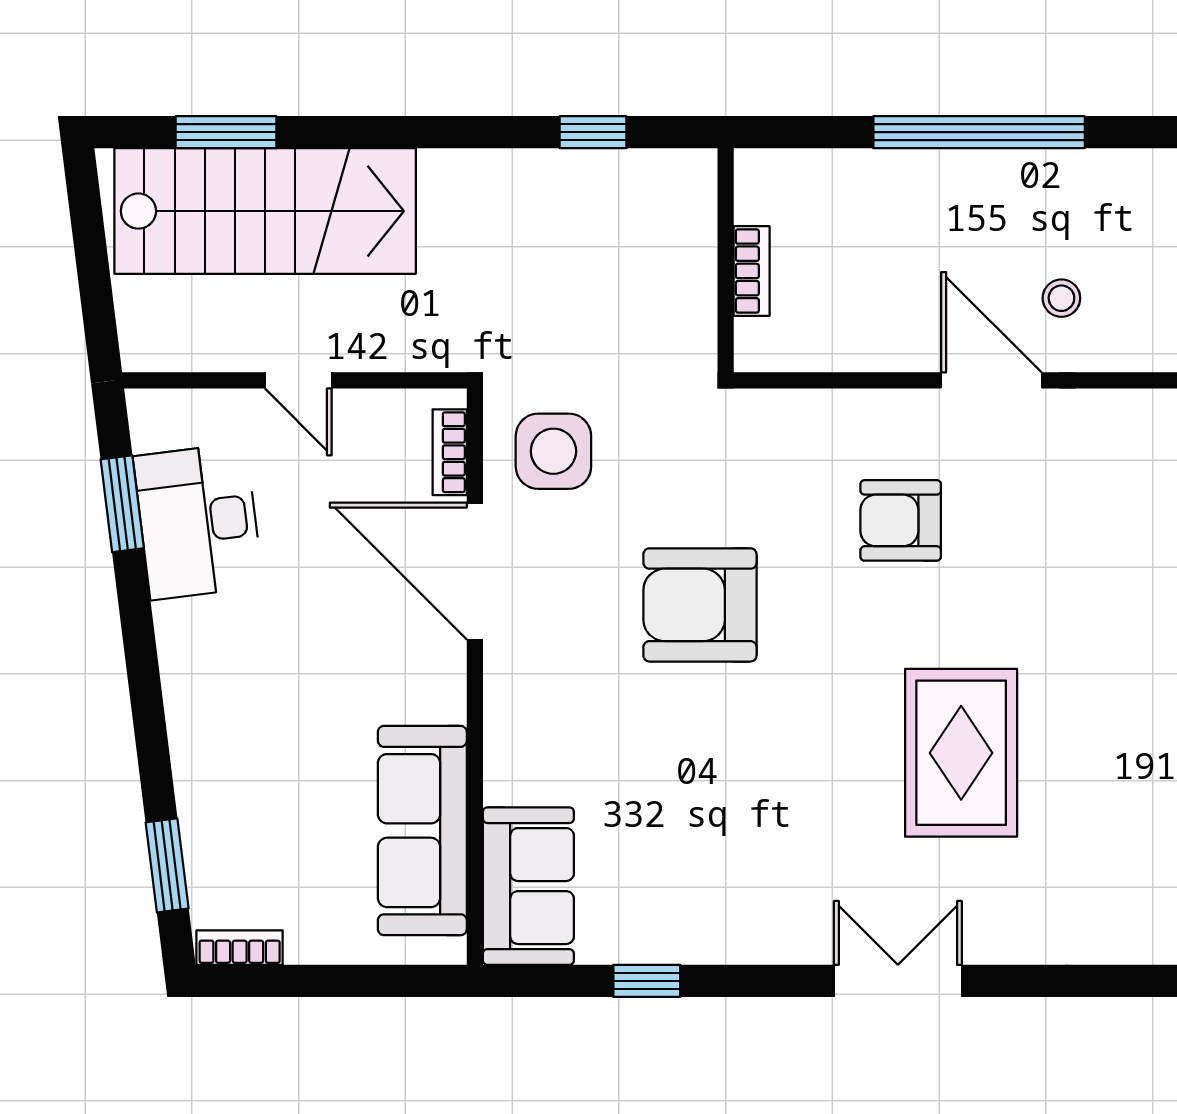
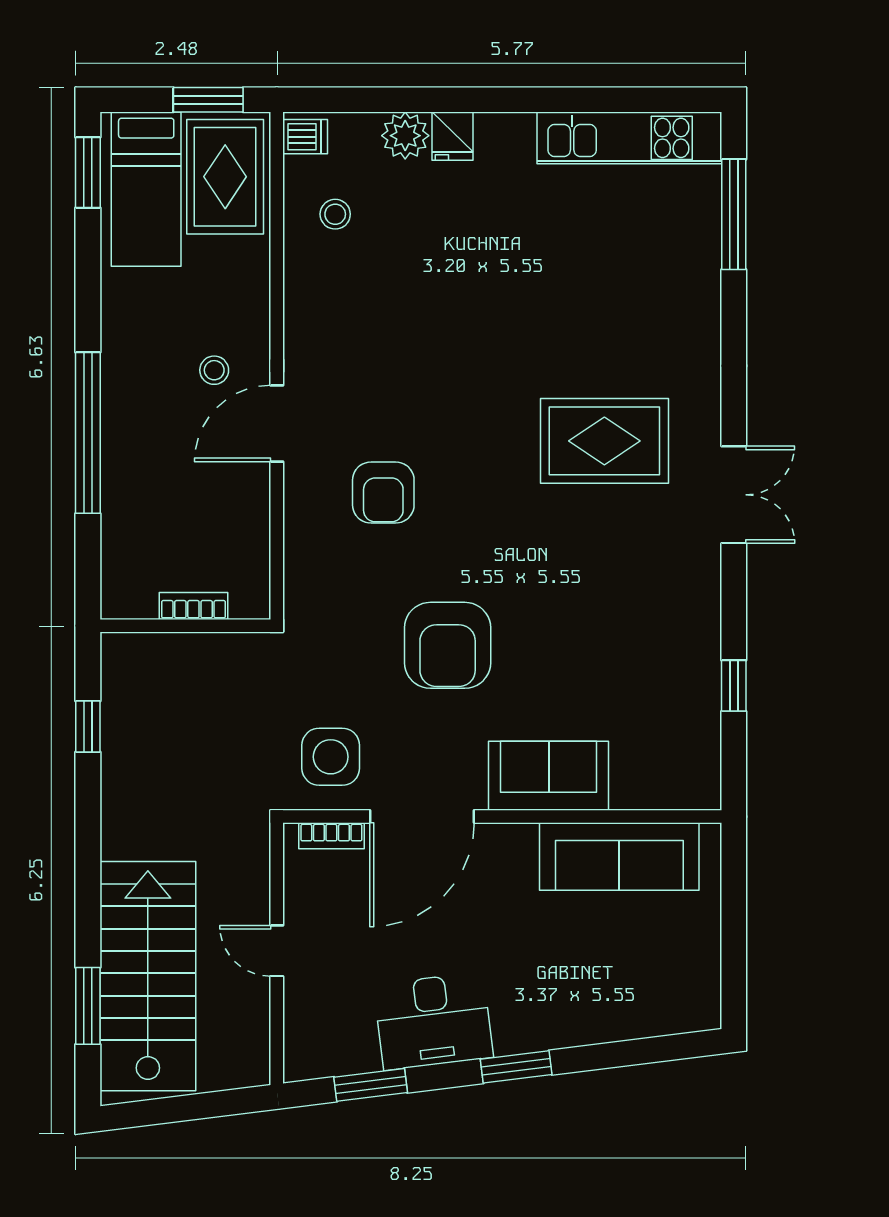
door: (298, 380) -> (277, 951), swing flipped
desk: (198, 521) -> (433, 1021), moved
rug: (961, 753) -> (604, 441), moved
window: (167, 865) -> (516, 1067), moved
sofa: (528, 886) -> (549, 776), moved
bookcase: (240, 948) -> (708, 996), removed
double door: (898, 981) -> (734, 495), swing flipped

